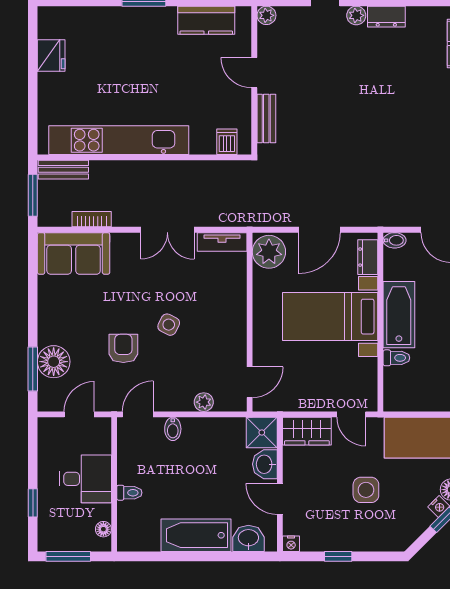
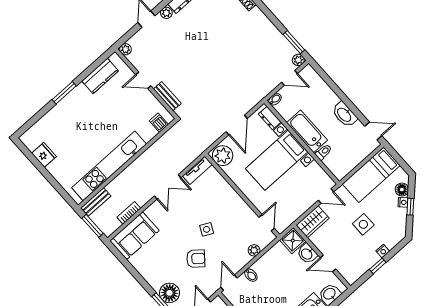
armchair: (123, 348) -> (196, 259), turned 129
nightstand: (291, 544) -> (383, 251), moved

